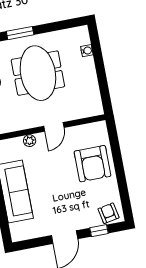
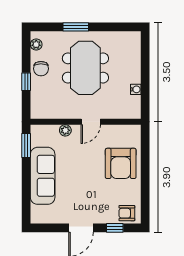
water cooler: (87, 51) -> (136, 89), moved
armchair: (108, 213) -> (127, 213), turned -79

